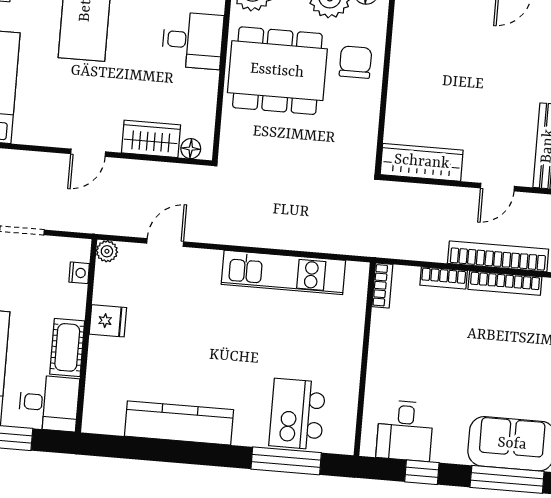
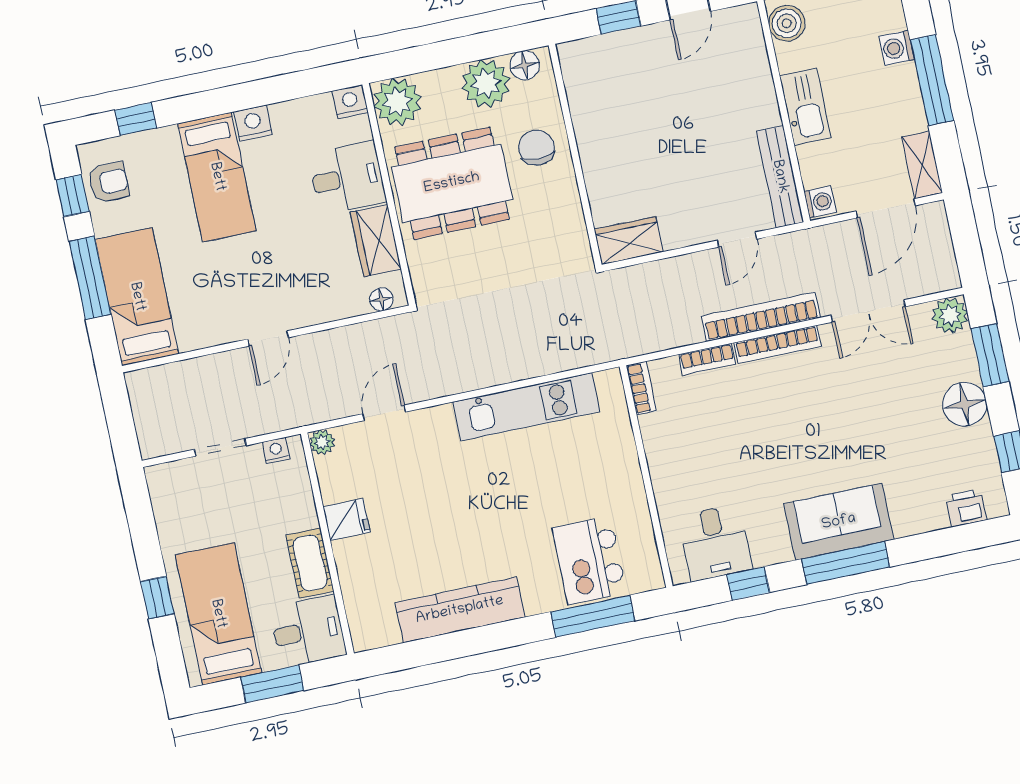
wardrobe: (151, 139) -> (376, 241), moved, turned -90
wardrobe: (422, 162) -> (629, 241), width x0.67
nightstand: (79, 273) -> (276, 450), moved, turned -90

